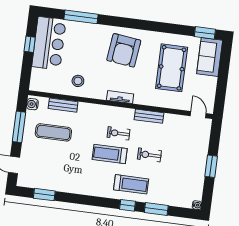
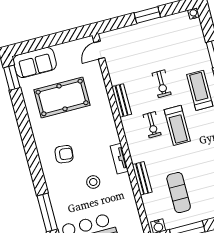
armchair: (124, 50) -> (64, 154), width x0.53, depth x0.53
stool: (78, 81) -> (93, 182), moved
tv unit: (120, 97) -> (119, 159), moved
bench: (63, 105) -> (142, 178), moved

